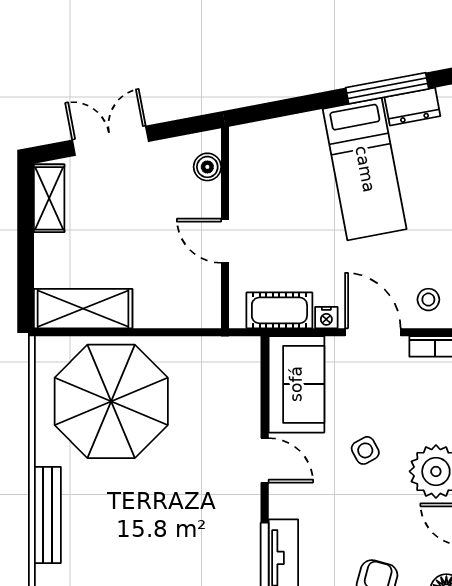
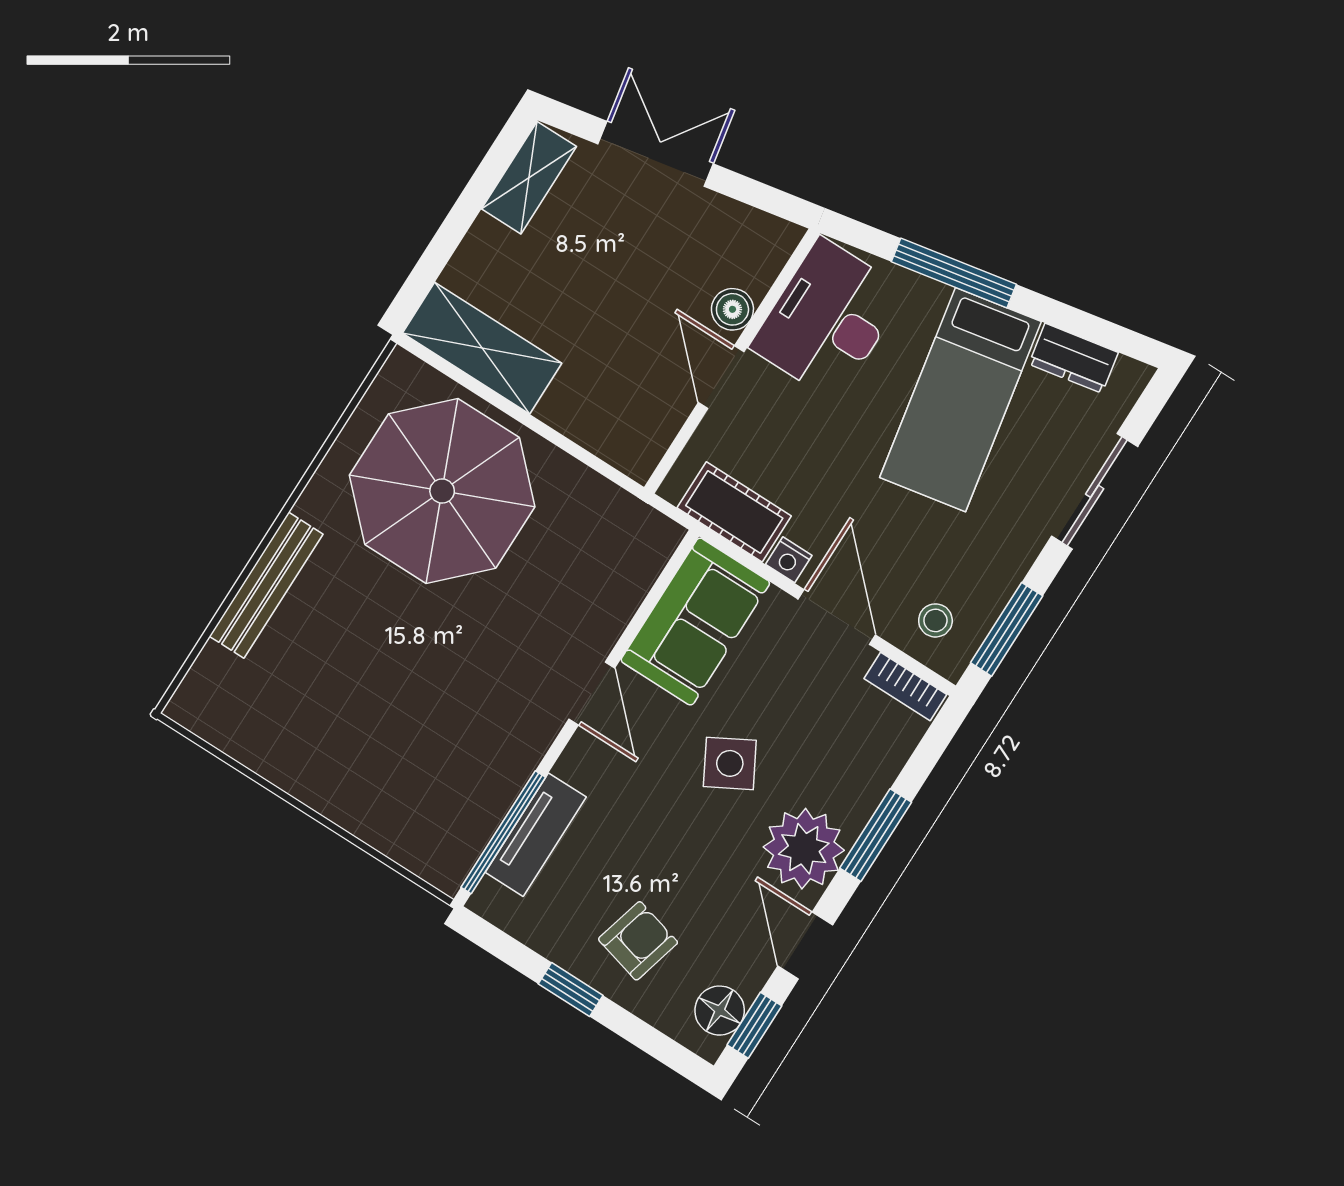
window: (387, 88) -> (954, 273), moved
boiler: (207, 167) -> (732, 309), moved
desk: (263, 171) -> (828, 319), added
side table: (365, 450) -> (730, 763), width x1.37, depth x1.37

